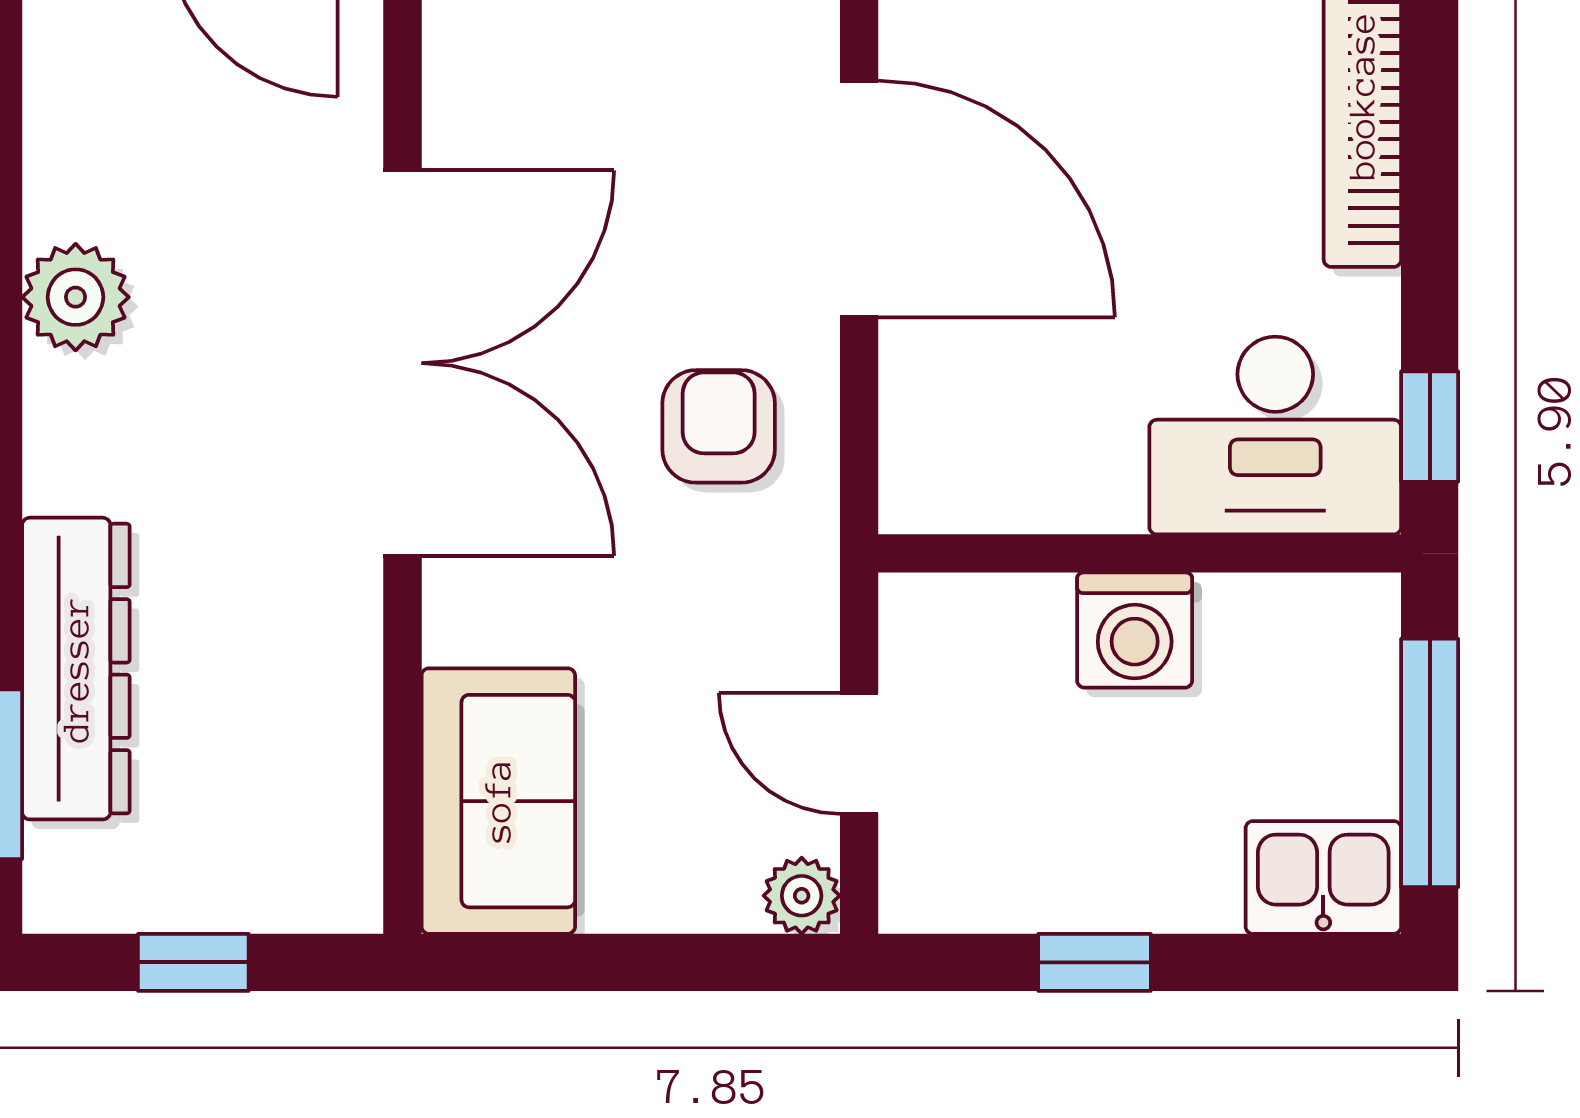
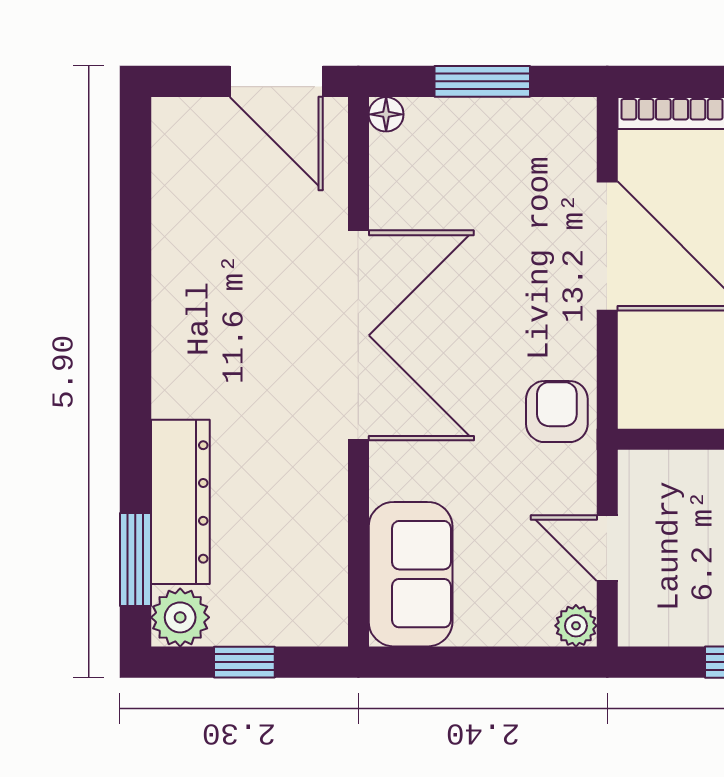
plant: (76, 297) -> (180, 617), moved
armchair: (719, 426) -> (557, 412), moved

